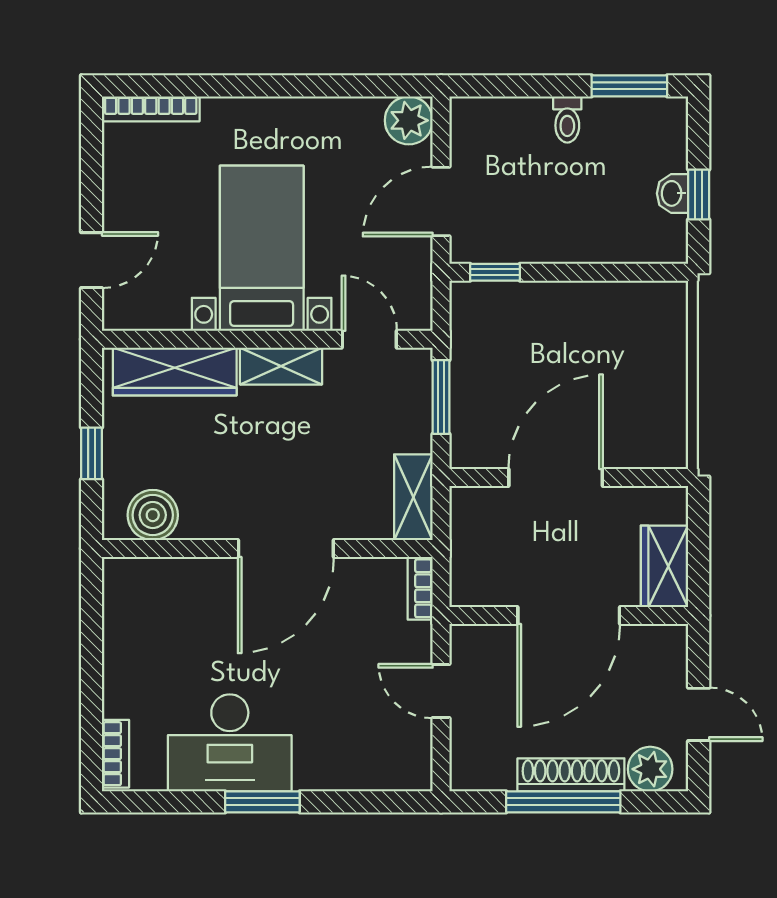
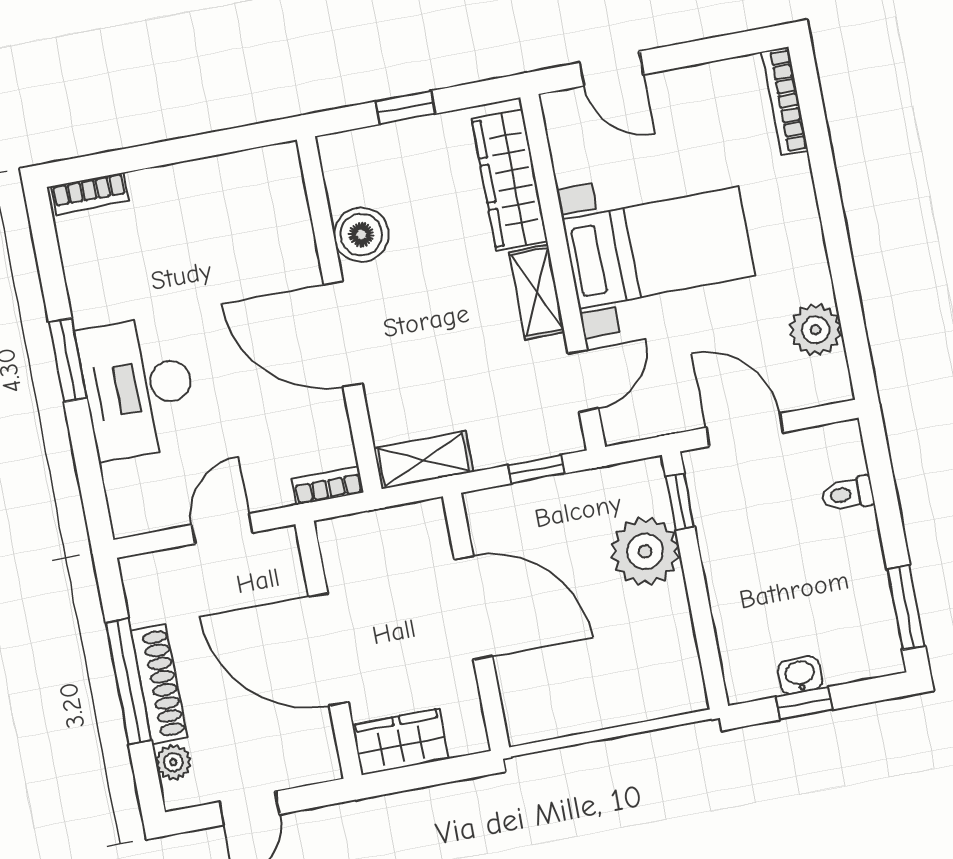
toilet: (567, 119) -> (848, 494), moved
plant: (409, 120) -> (815, 330), moved
plant: (534, 312) -> (645, 551), added
window: (441, 397) -> (536, 469), width x0.67
boiler: (153, 515) -> (361, 235), moved
desk: (230, 743) -> (138, 387), moved
plant: (650, 769) -> (173, 762), width x0.73, depth x0.73

